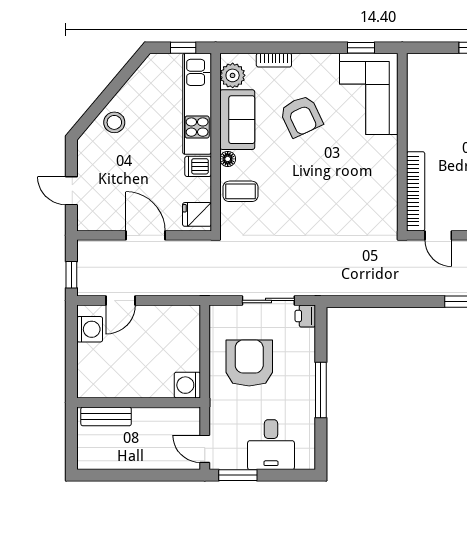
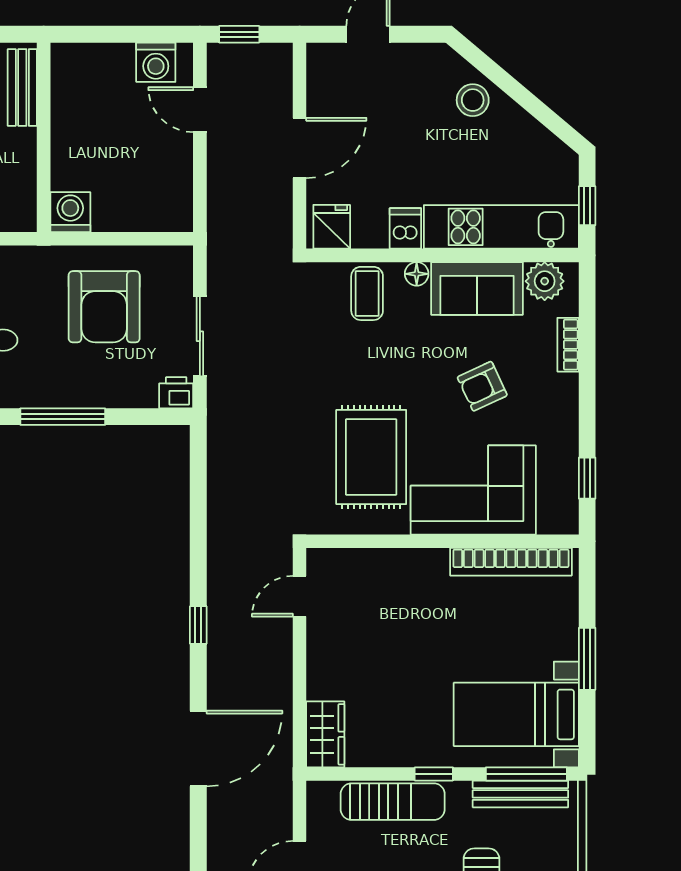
corner sofa: (369, 94) -> (473, 490), moved
armchair: (301, 116) -> (482, 386), width x0.72, depth x0.72
rug: (347, 189) -> (371, 457), added
bookcase: (416, 191) -> (511, 562), moved
armchair: (249, 363) -> (104, 307), turned 90

